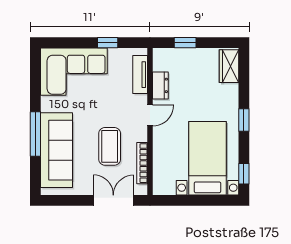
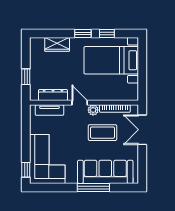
window: (108, 43) -> (26, 170), moved
wardrobe: (229, 66) -> (57, 44), moved
dresser: (160, 85) -> (53, 95), width x1.44
plant: (140, 134) -> (93, 110), added
window: (244, 174) -> (107, 33), moved

